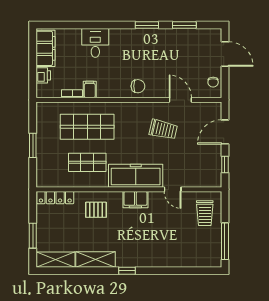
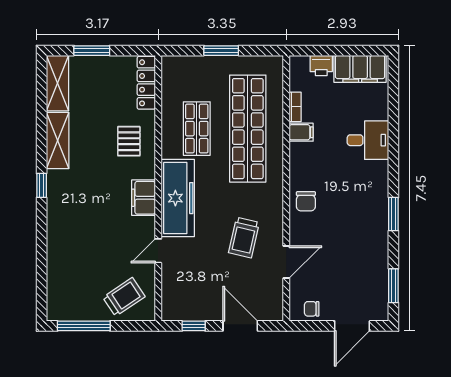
window: (184, 25) -> (393, 286), moved
shop shelf: (87, 127) -> (248, 129), width x1.40
trolley: (205, 213) -> (124, 297), turned 146

